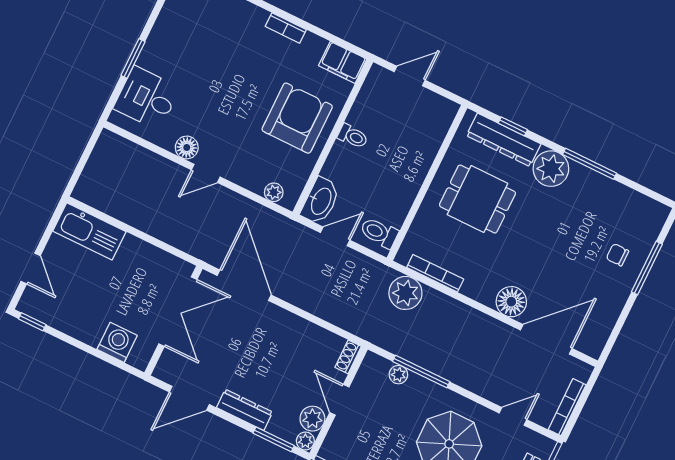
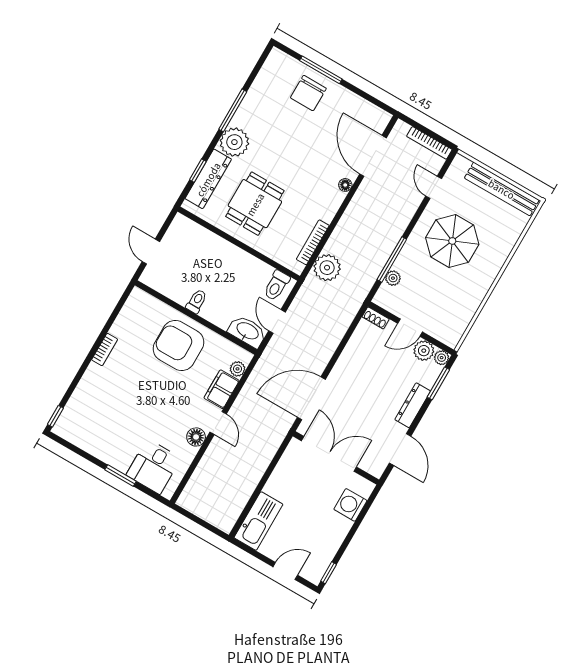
filing cabinet: (343, 62) -> (222, 389), moved, turned 180
chair: (617, 255) -> (308, 93), width x1.87, depth x1.87
floor lamp: (511, 302) -> (345, 185), width x0.53, depth x0.53

